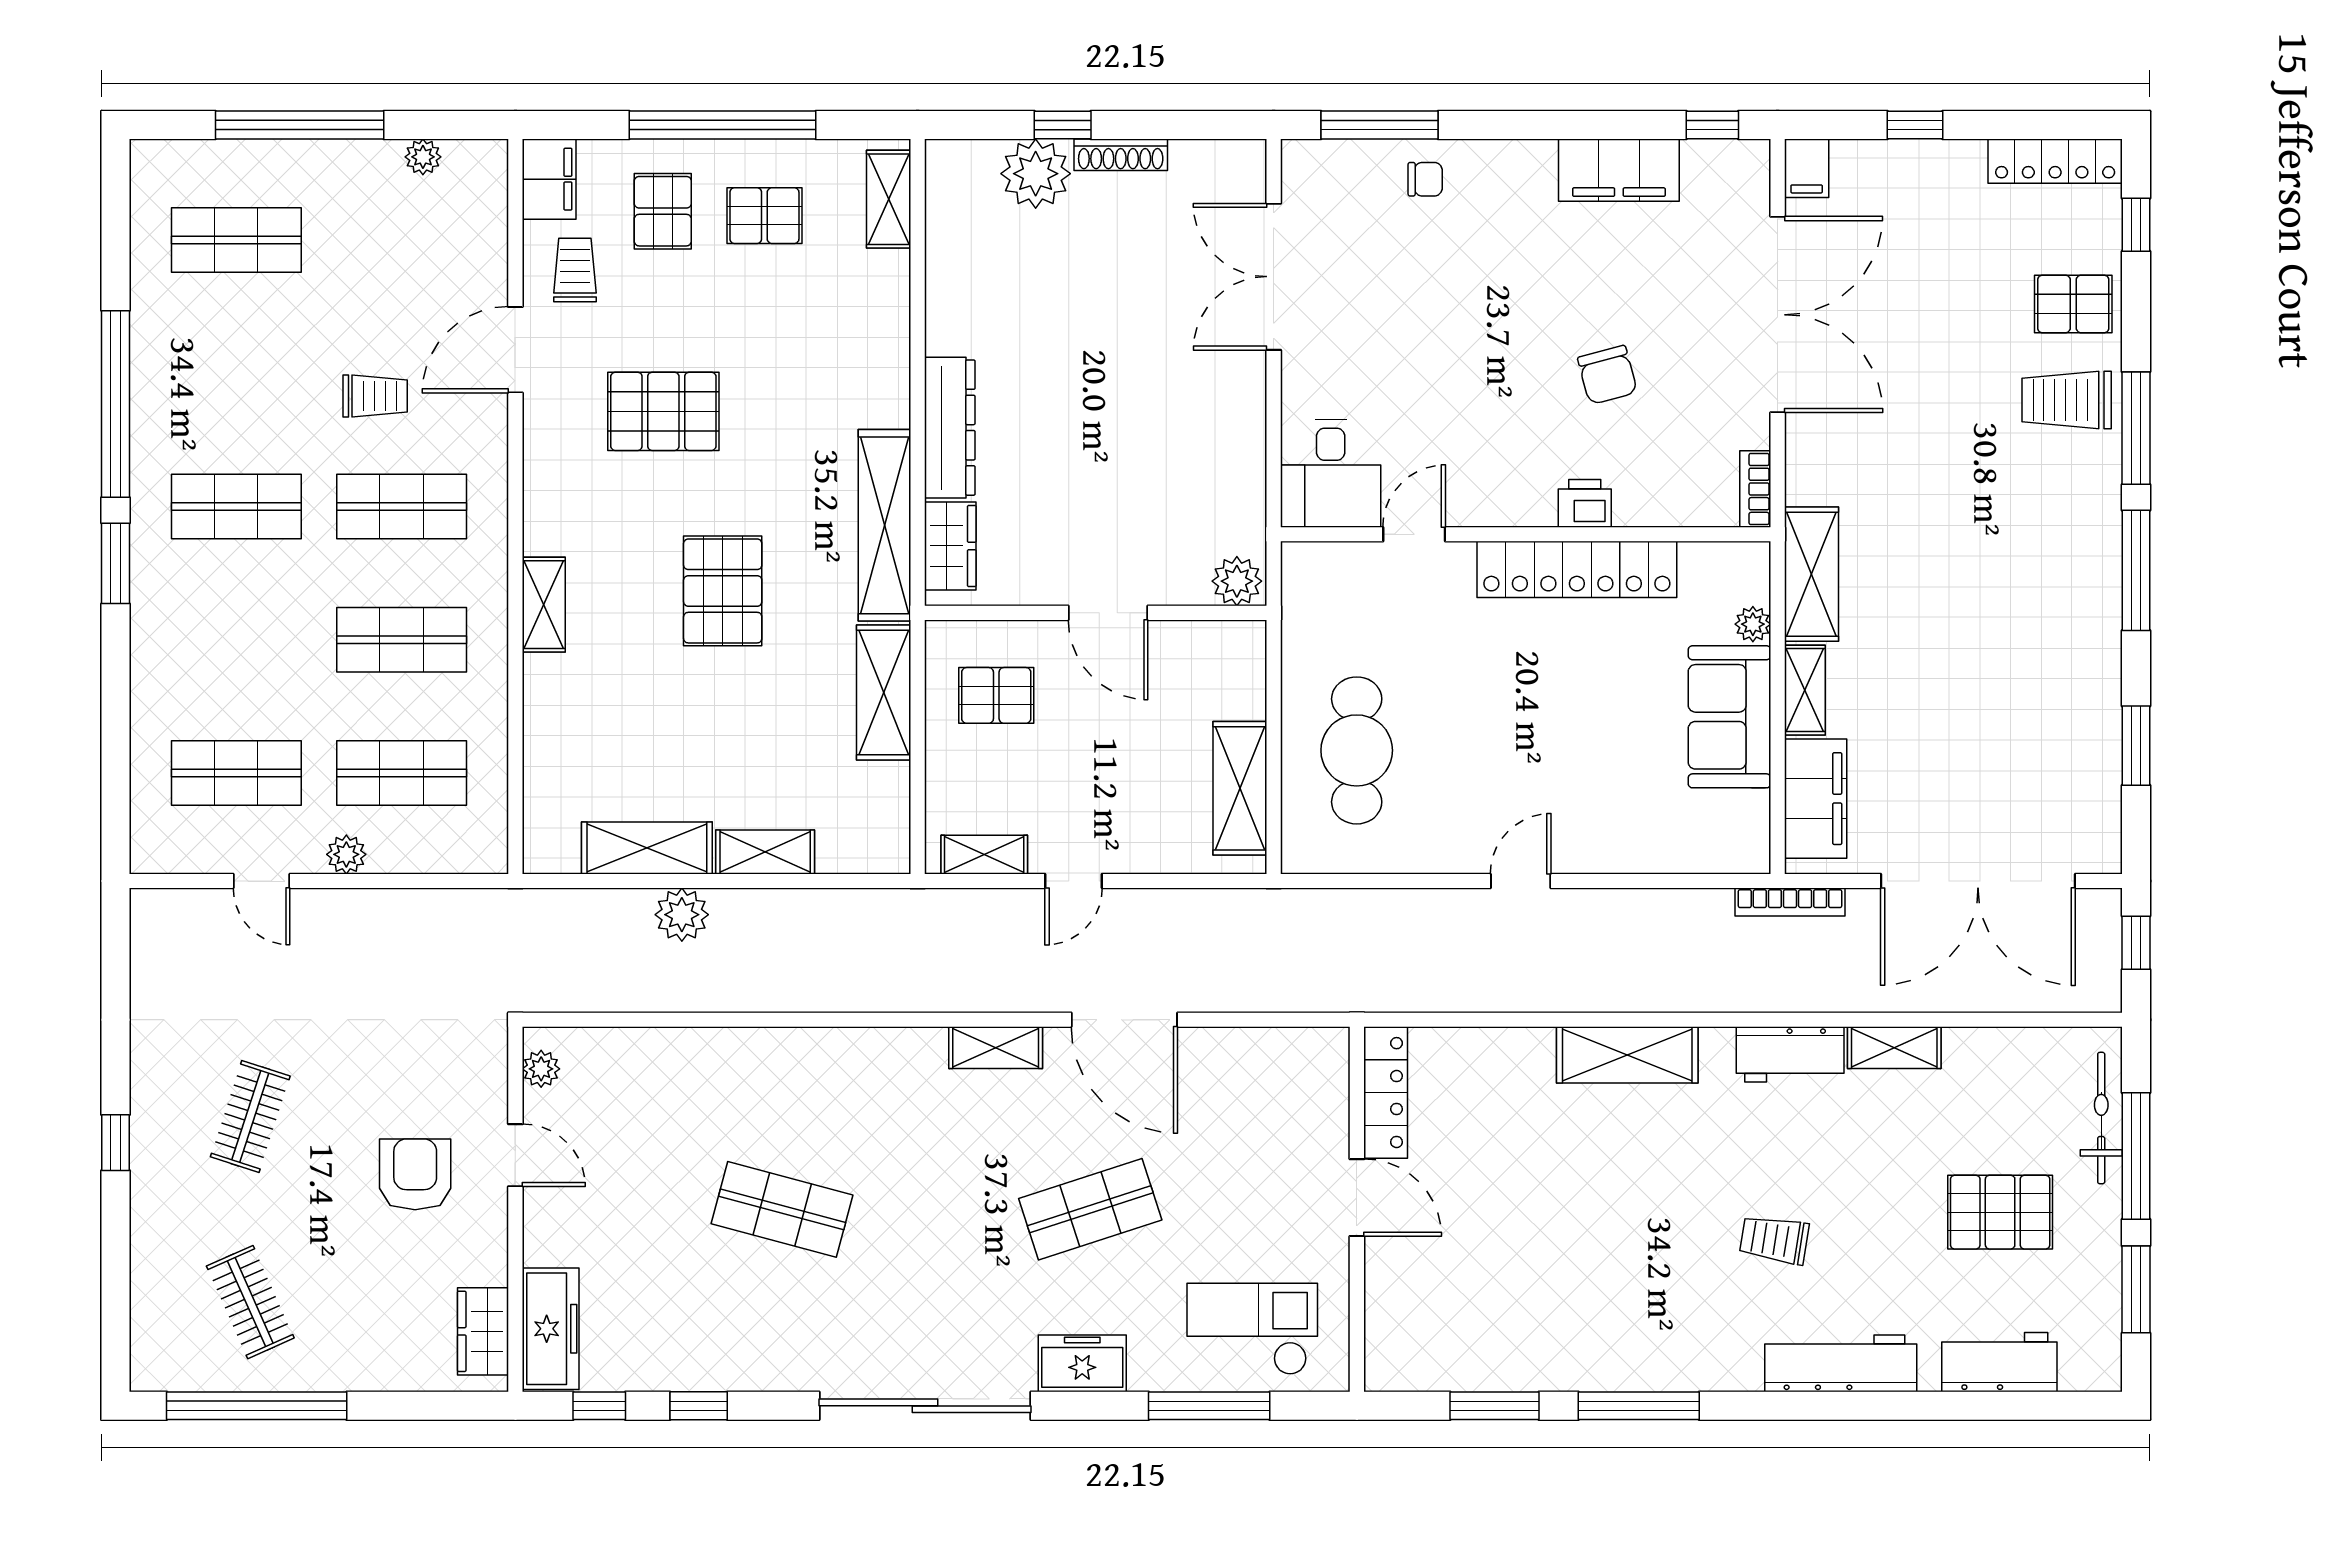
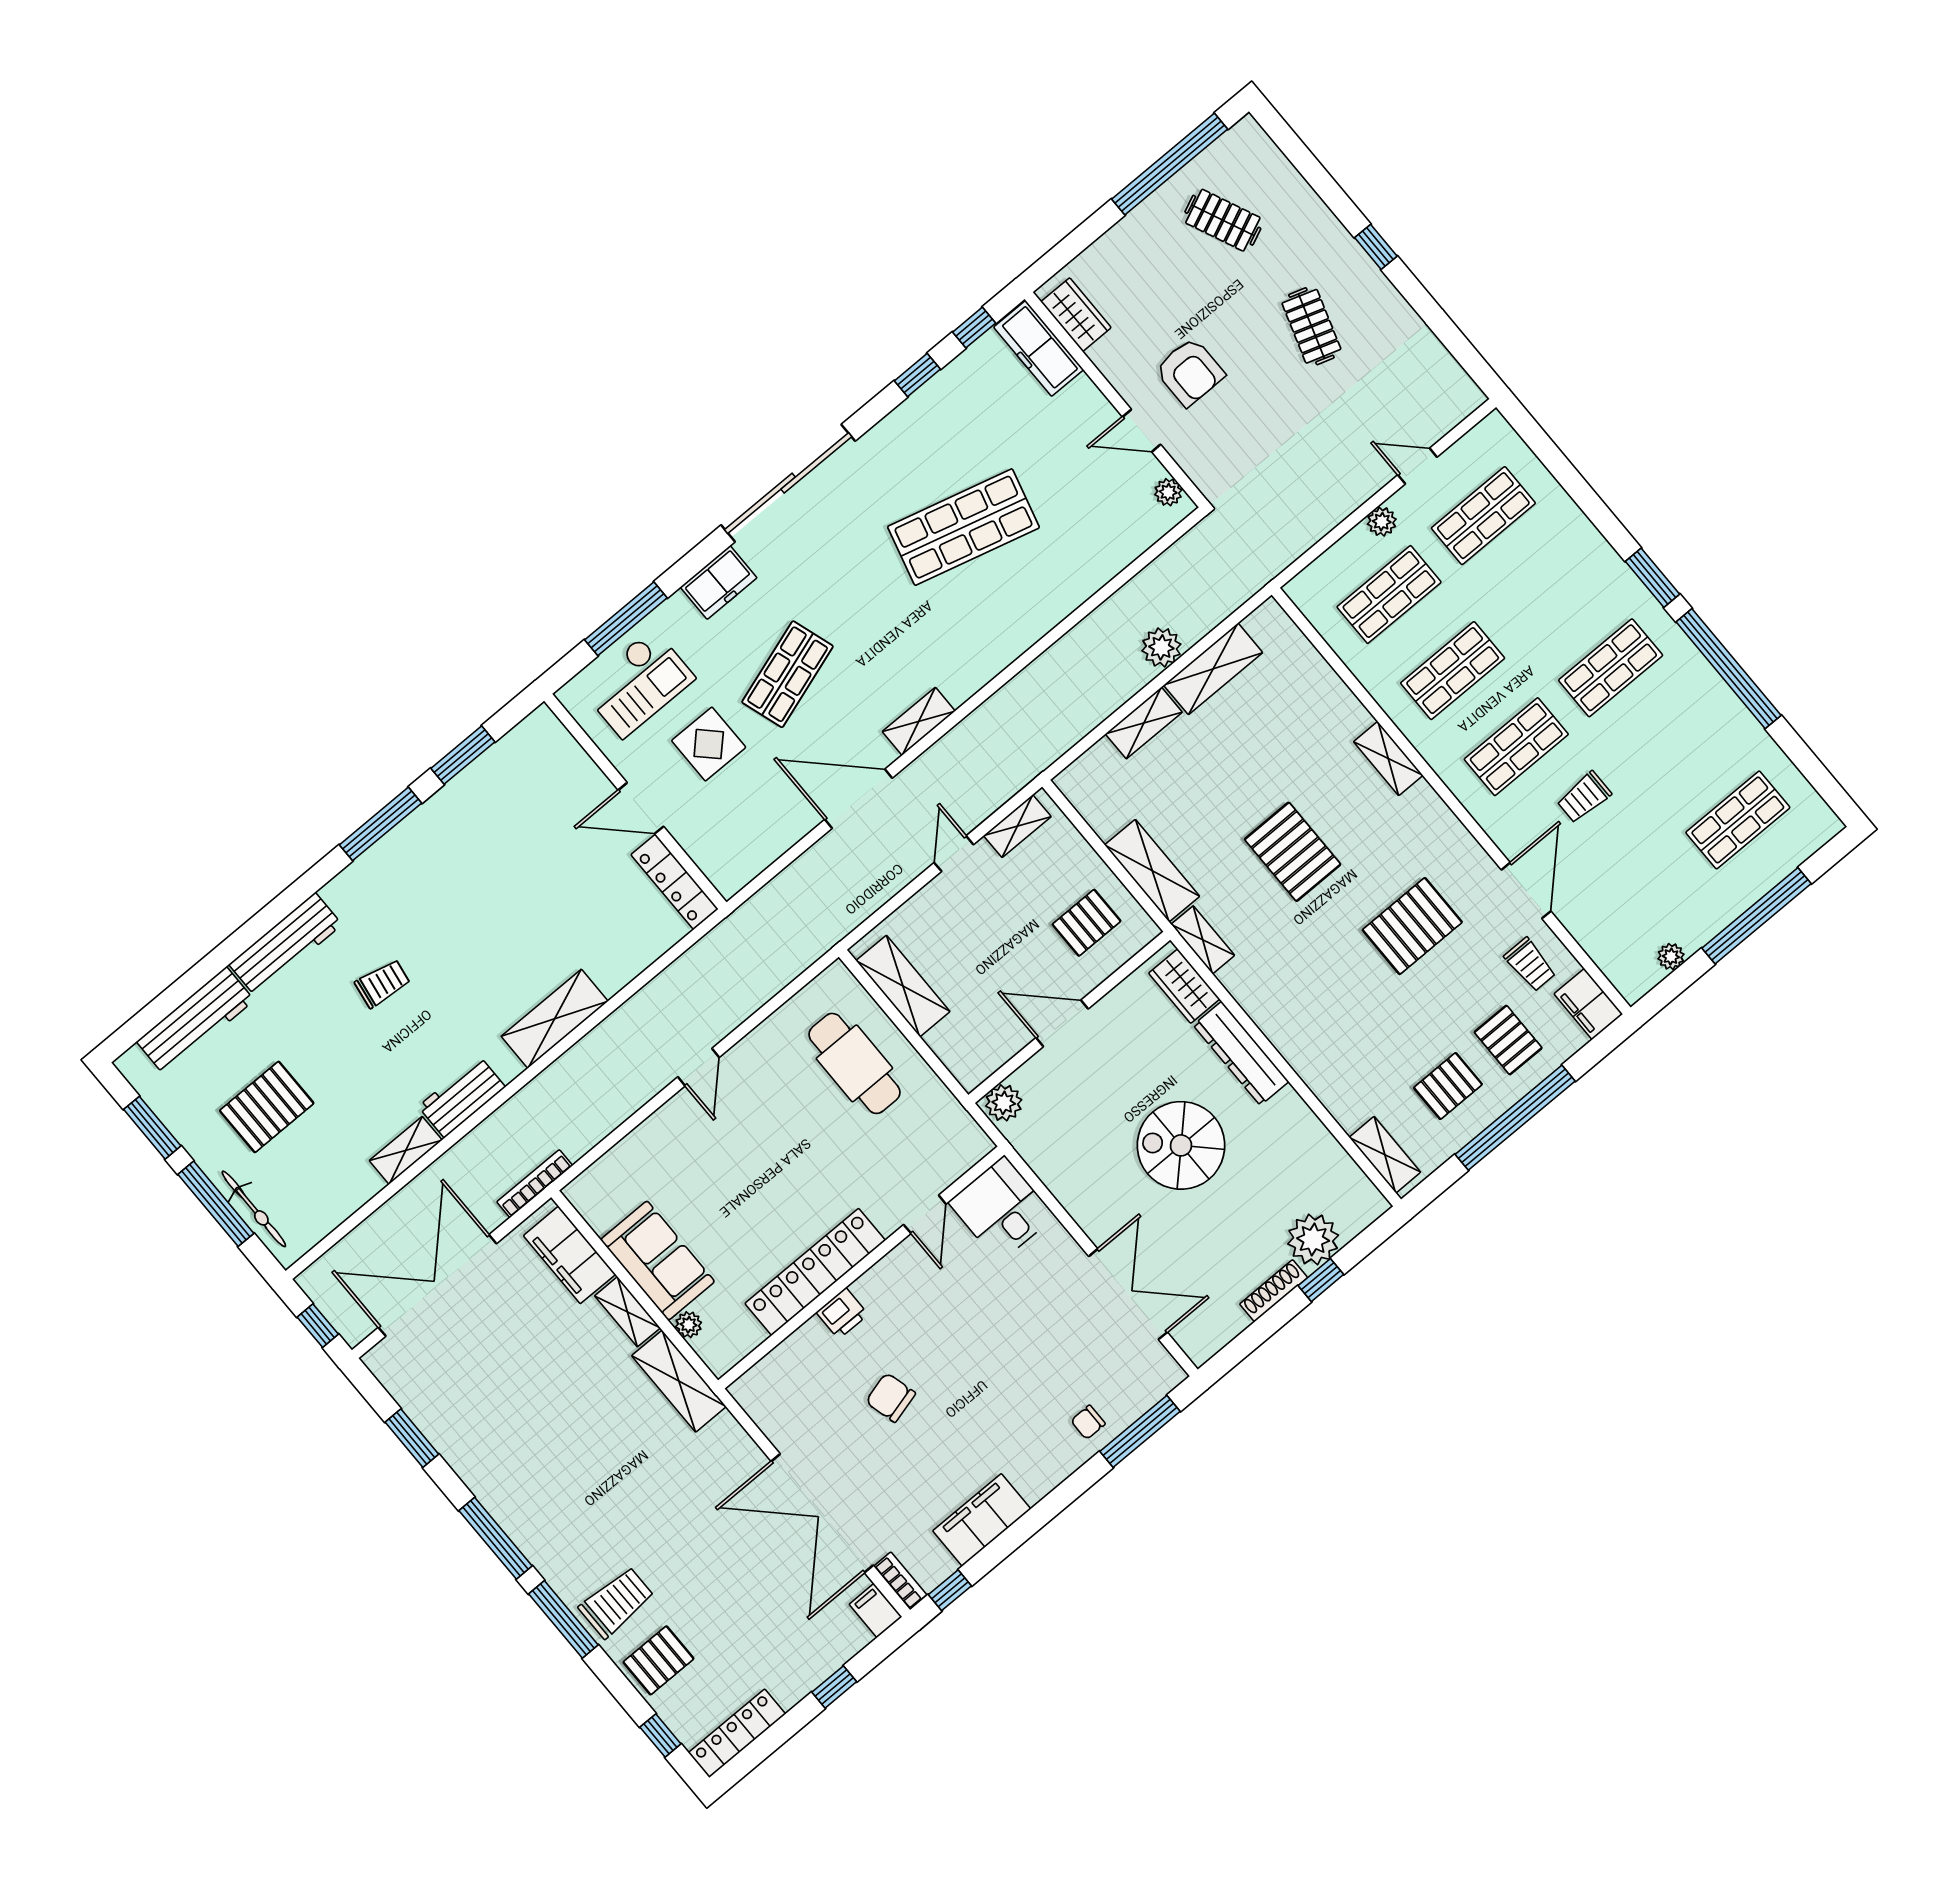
spiral stairs: (1091, 384) -> (1181, 1145), added
bookcase: (1755, 489) -> (900, 1581), moved
shelving: (885, 525) -> (1203, 940), width x0.45, depth x0.75
display table: (1232, 1205) -> (709, 744), added
shop shelf: (782, 1209) -> (963, 527), width x1.43, depth x1.36
workbench: (1999, 1362) -> (195, 1021), width x1.38

